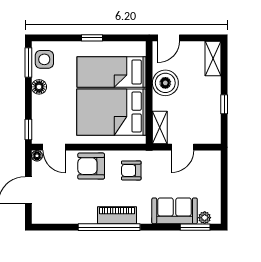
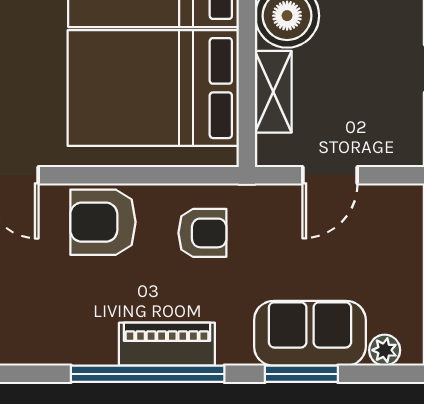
shelving: (160, 127) -> (273, 92), moved
armchair: (131, 170) -> (202, 233), turned 180
window: (195, 227) -> (301, 374), moved

